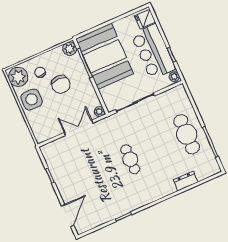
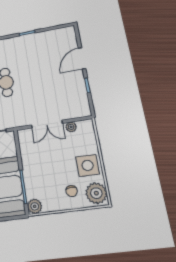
chair: (61, 84) -> (53, 172), removed
plant: (99, 112) -> (71, 127), moved
door: (68, 216) -> (82, 58), moved

